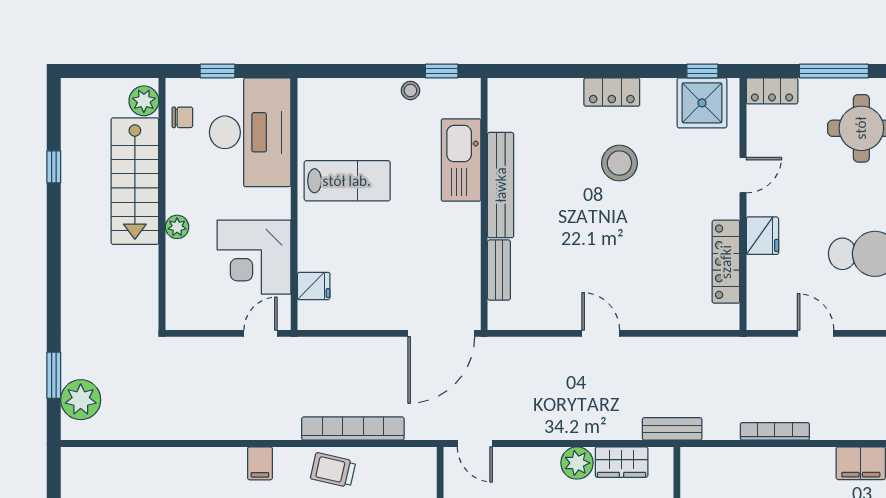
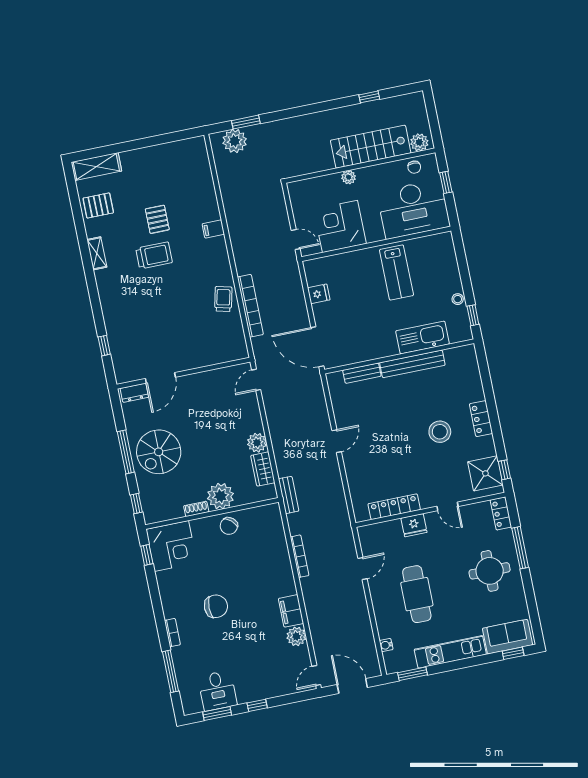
fridge: (314, 286) -> (319, 294), moved, turned -90
filing cabinet: (260, 463) -> (213, 229), moved

